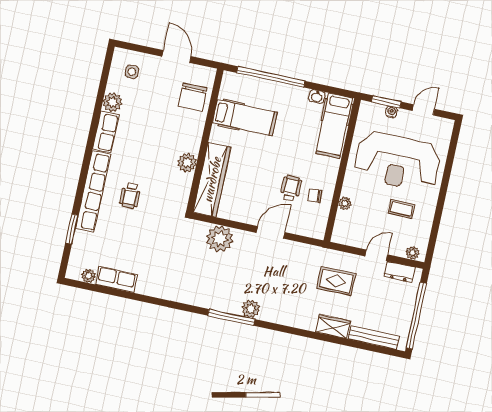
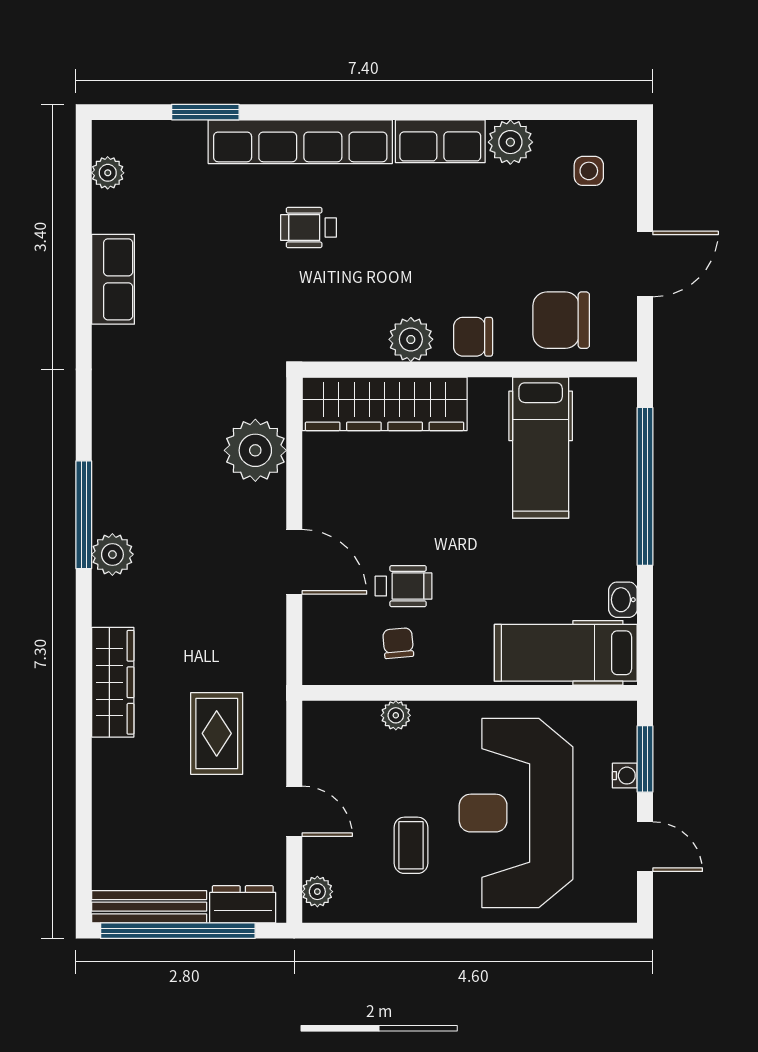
chair: (192, 136) -> (473, 337), added
dresser: (400, 272) -> (243, 904), moved, turned 90
row of seats: (116, 280) -> (113, 279), moved
wardrobe: (333, 326) -> (113, 682), moved, width x1.50
bench: (374, 338) -> (149, 907), moved, turned 90

